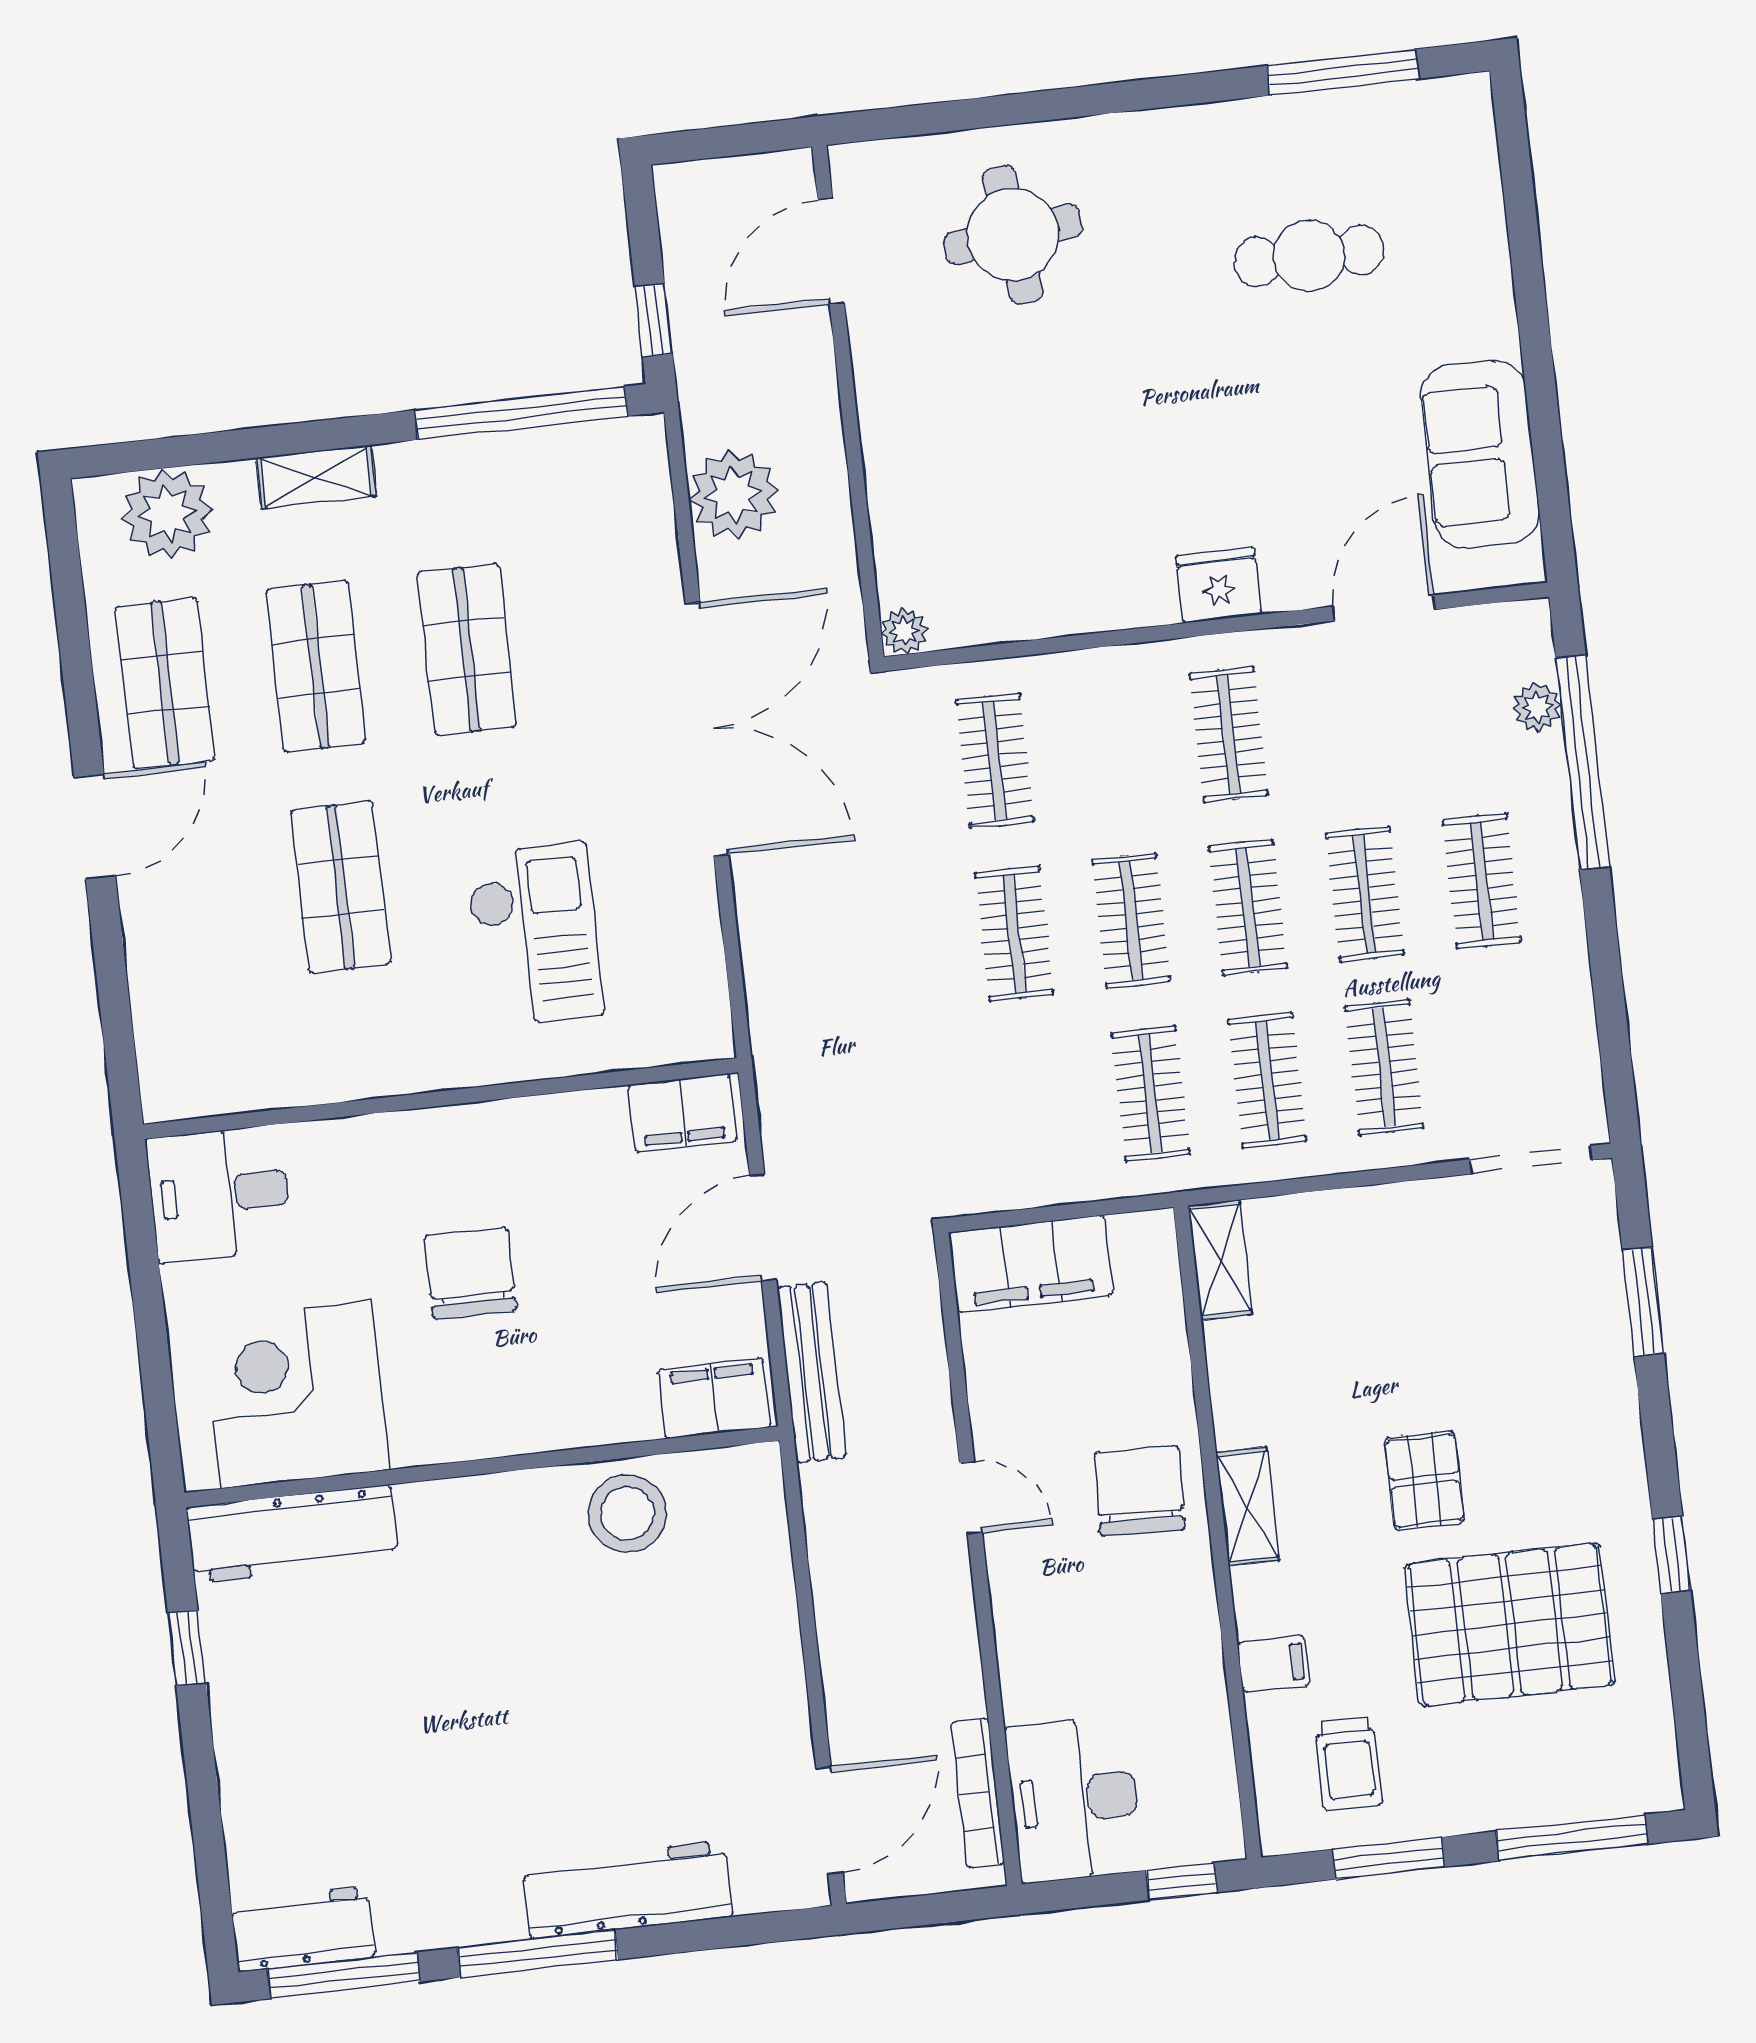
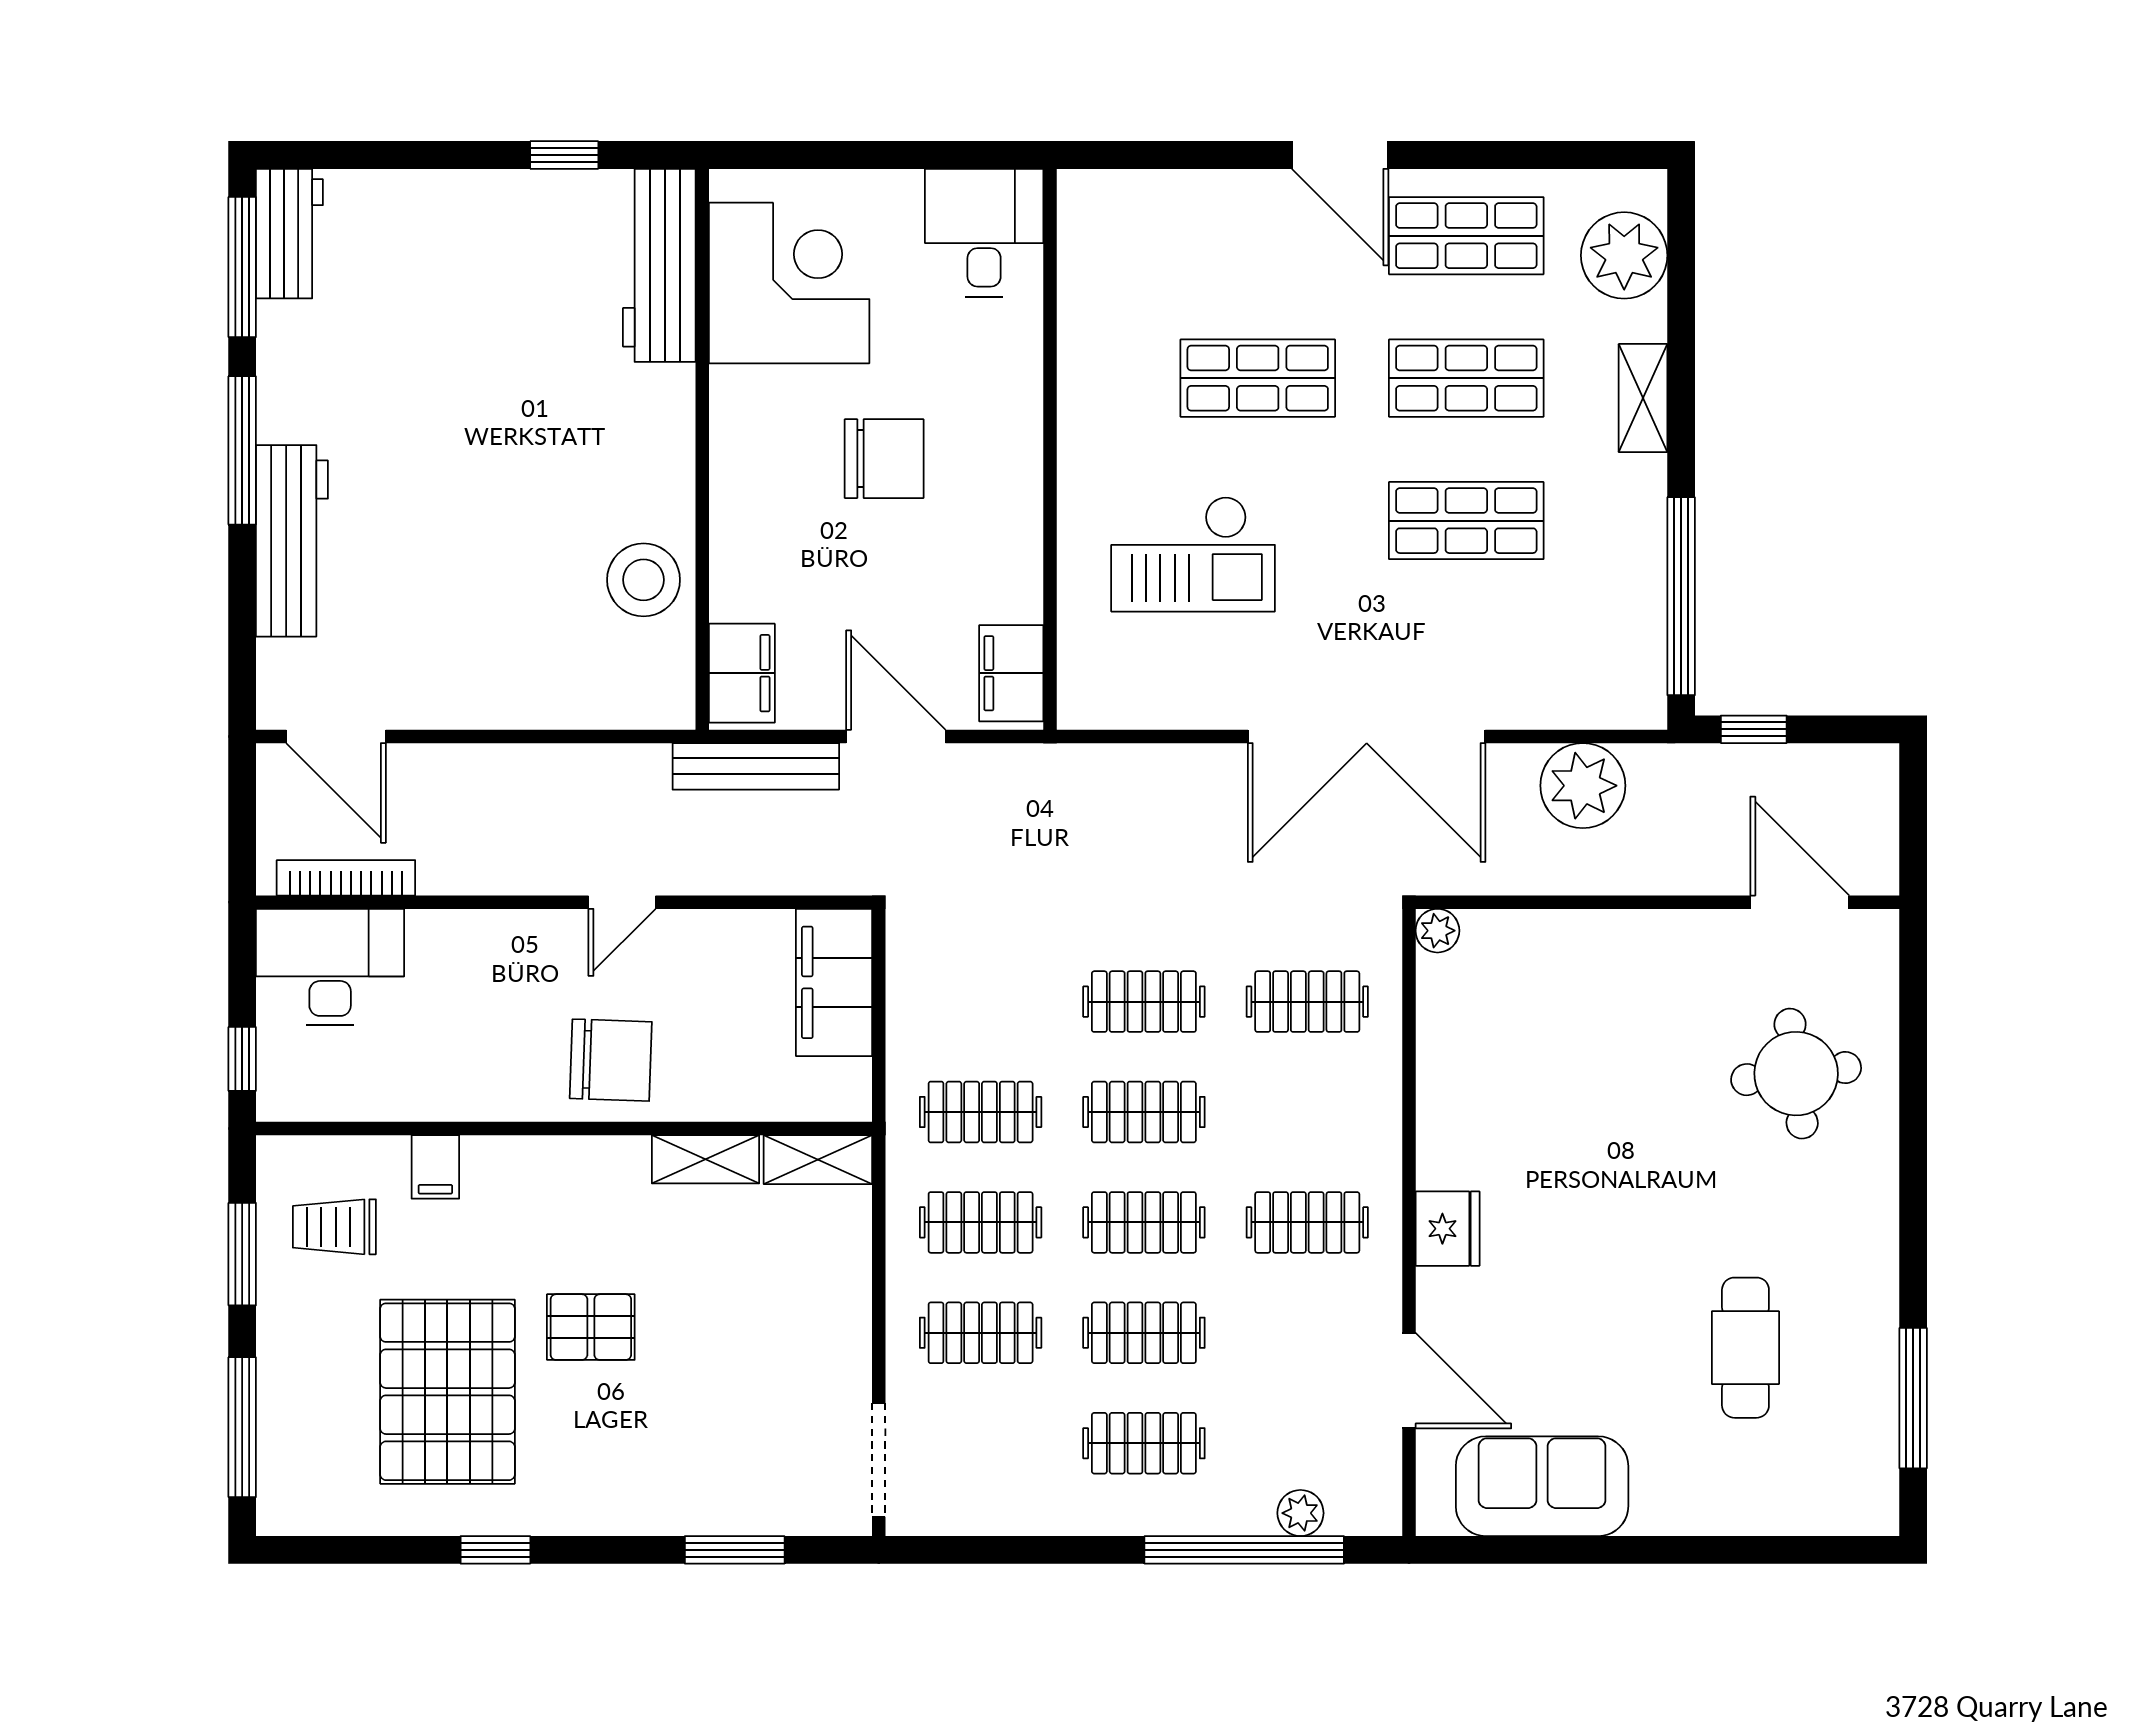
shelving: (1247, 1506) -> (705, 1159), moved

